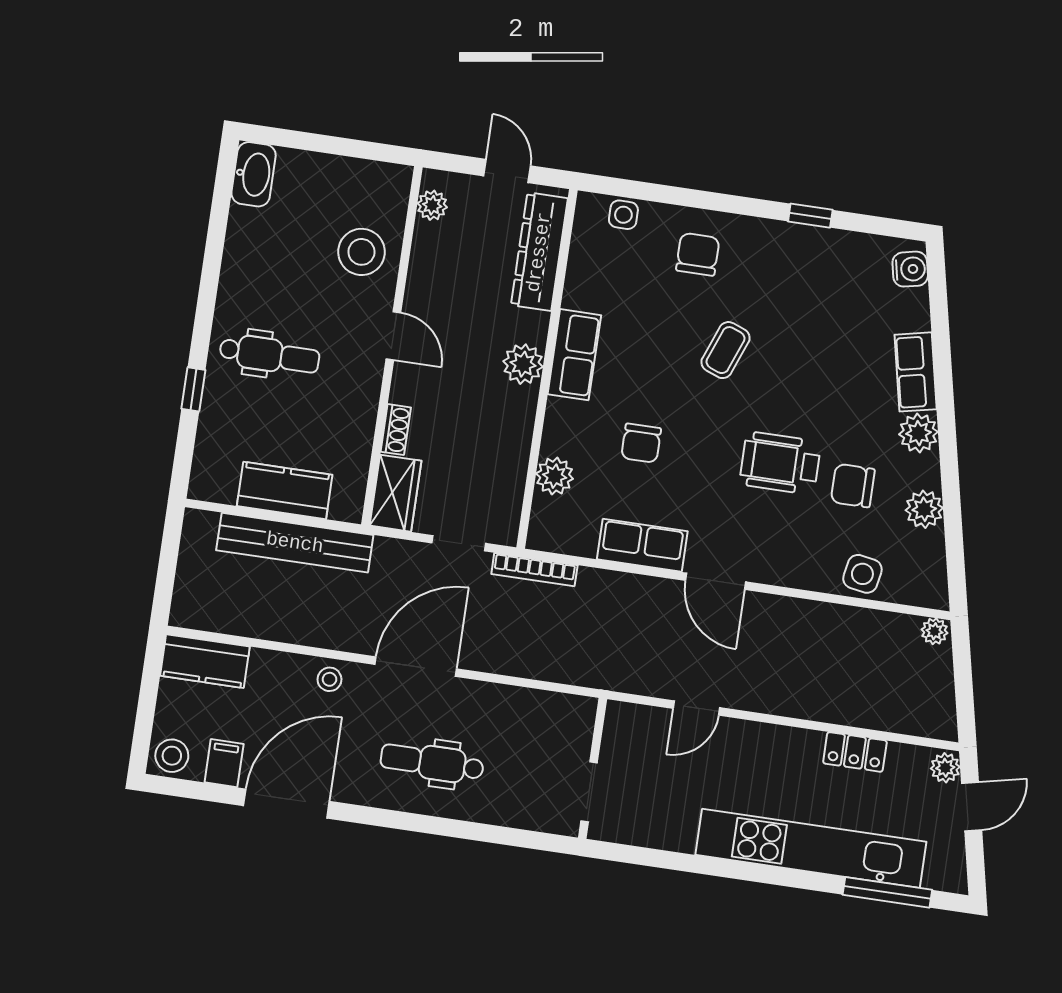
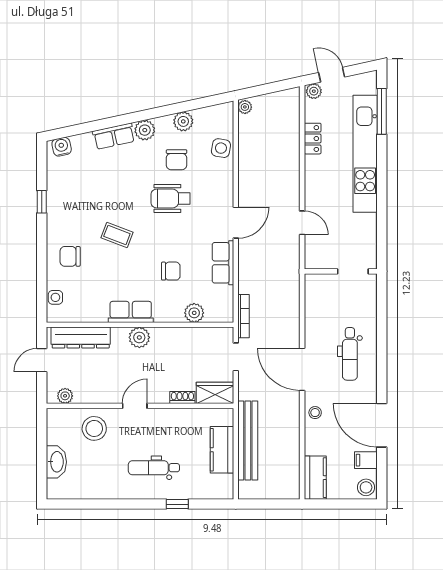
washbasin: (254, 174) -> (56, 462), moved, turned 90
dental chair: (269, 355) -> (154, 468), turned -90
wheelchair: (780, 463) -> (171, 198), turned 90

